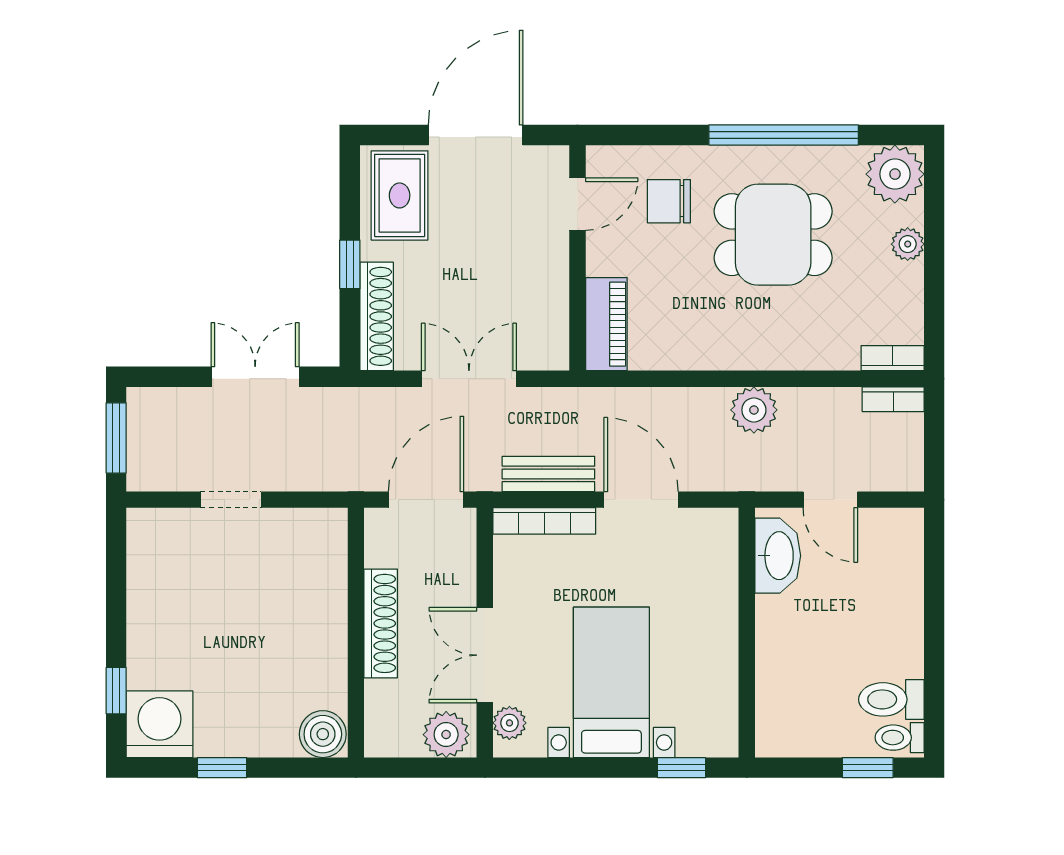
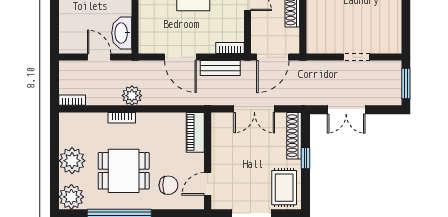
plant: (908, 244) -> (72, 161), width x1.88, depth x1.88
bookcase: (893, 358) -> (122, 118), moved
bookcase: (544, 521) -> (230, 48), width x0.64

